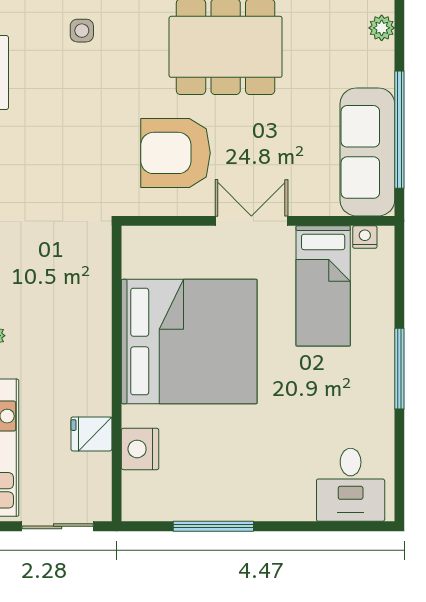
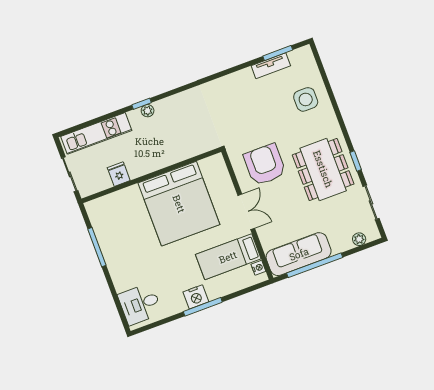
side table: (82, 31) -> (306, 99), width x1.87, depth x1.87
nightstand: (140, 449) -> (196, 297), moved, turned 180

